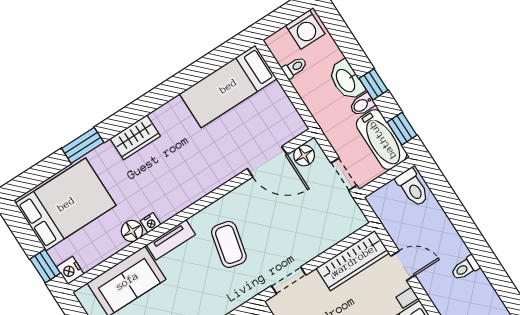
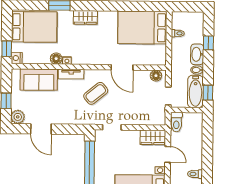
washing machine: (305, 30) -> (194, 19), removed
window: (373, 84) -> (208, 43), moved
bed: (228, 86) -> (142, 28), width x1.50
door: (267, 162) -> (122, 67), moved
toilet: (413, 188) -> (176, 122), moved
coffee table: (229, 244) -> (96, 93), turned 38
wardrobe: (353, 261) -> (153, 137), width x0.67

